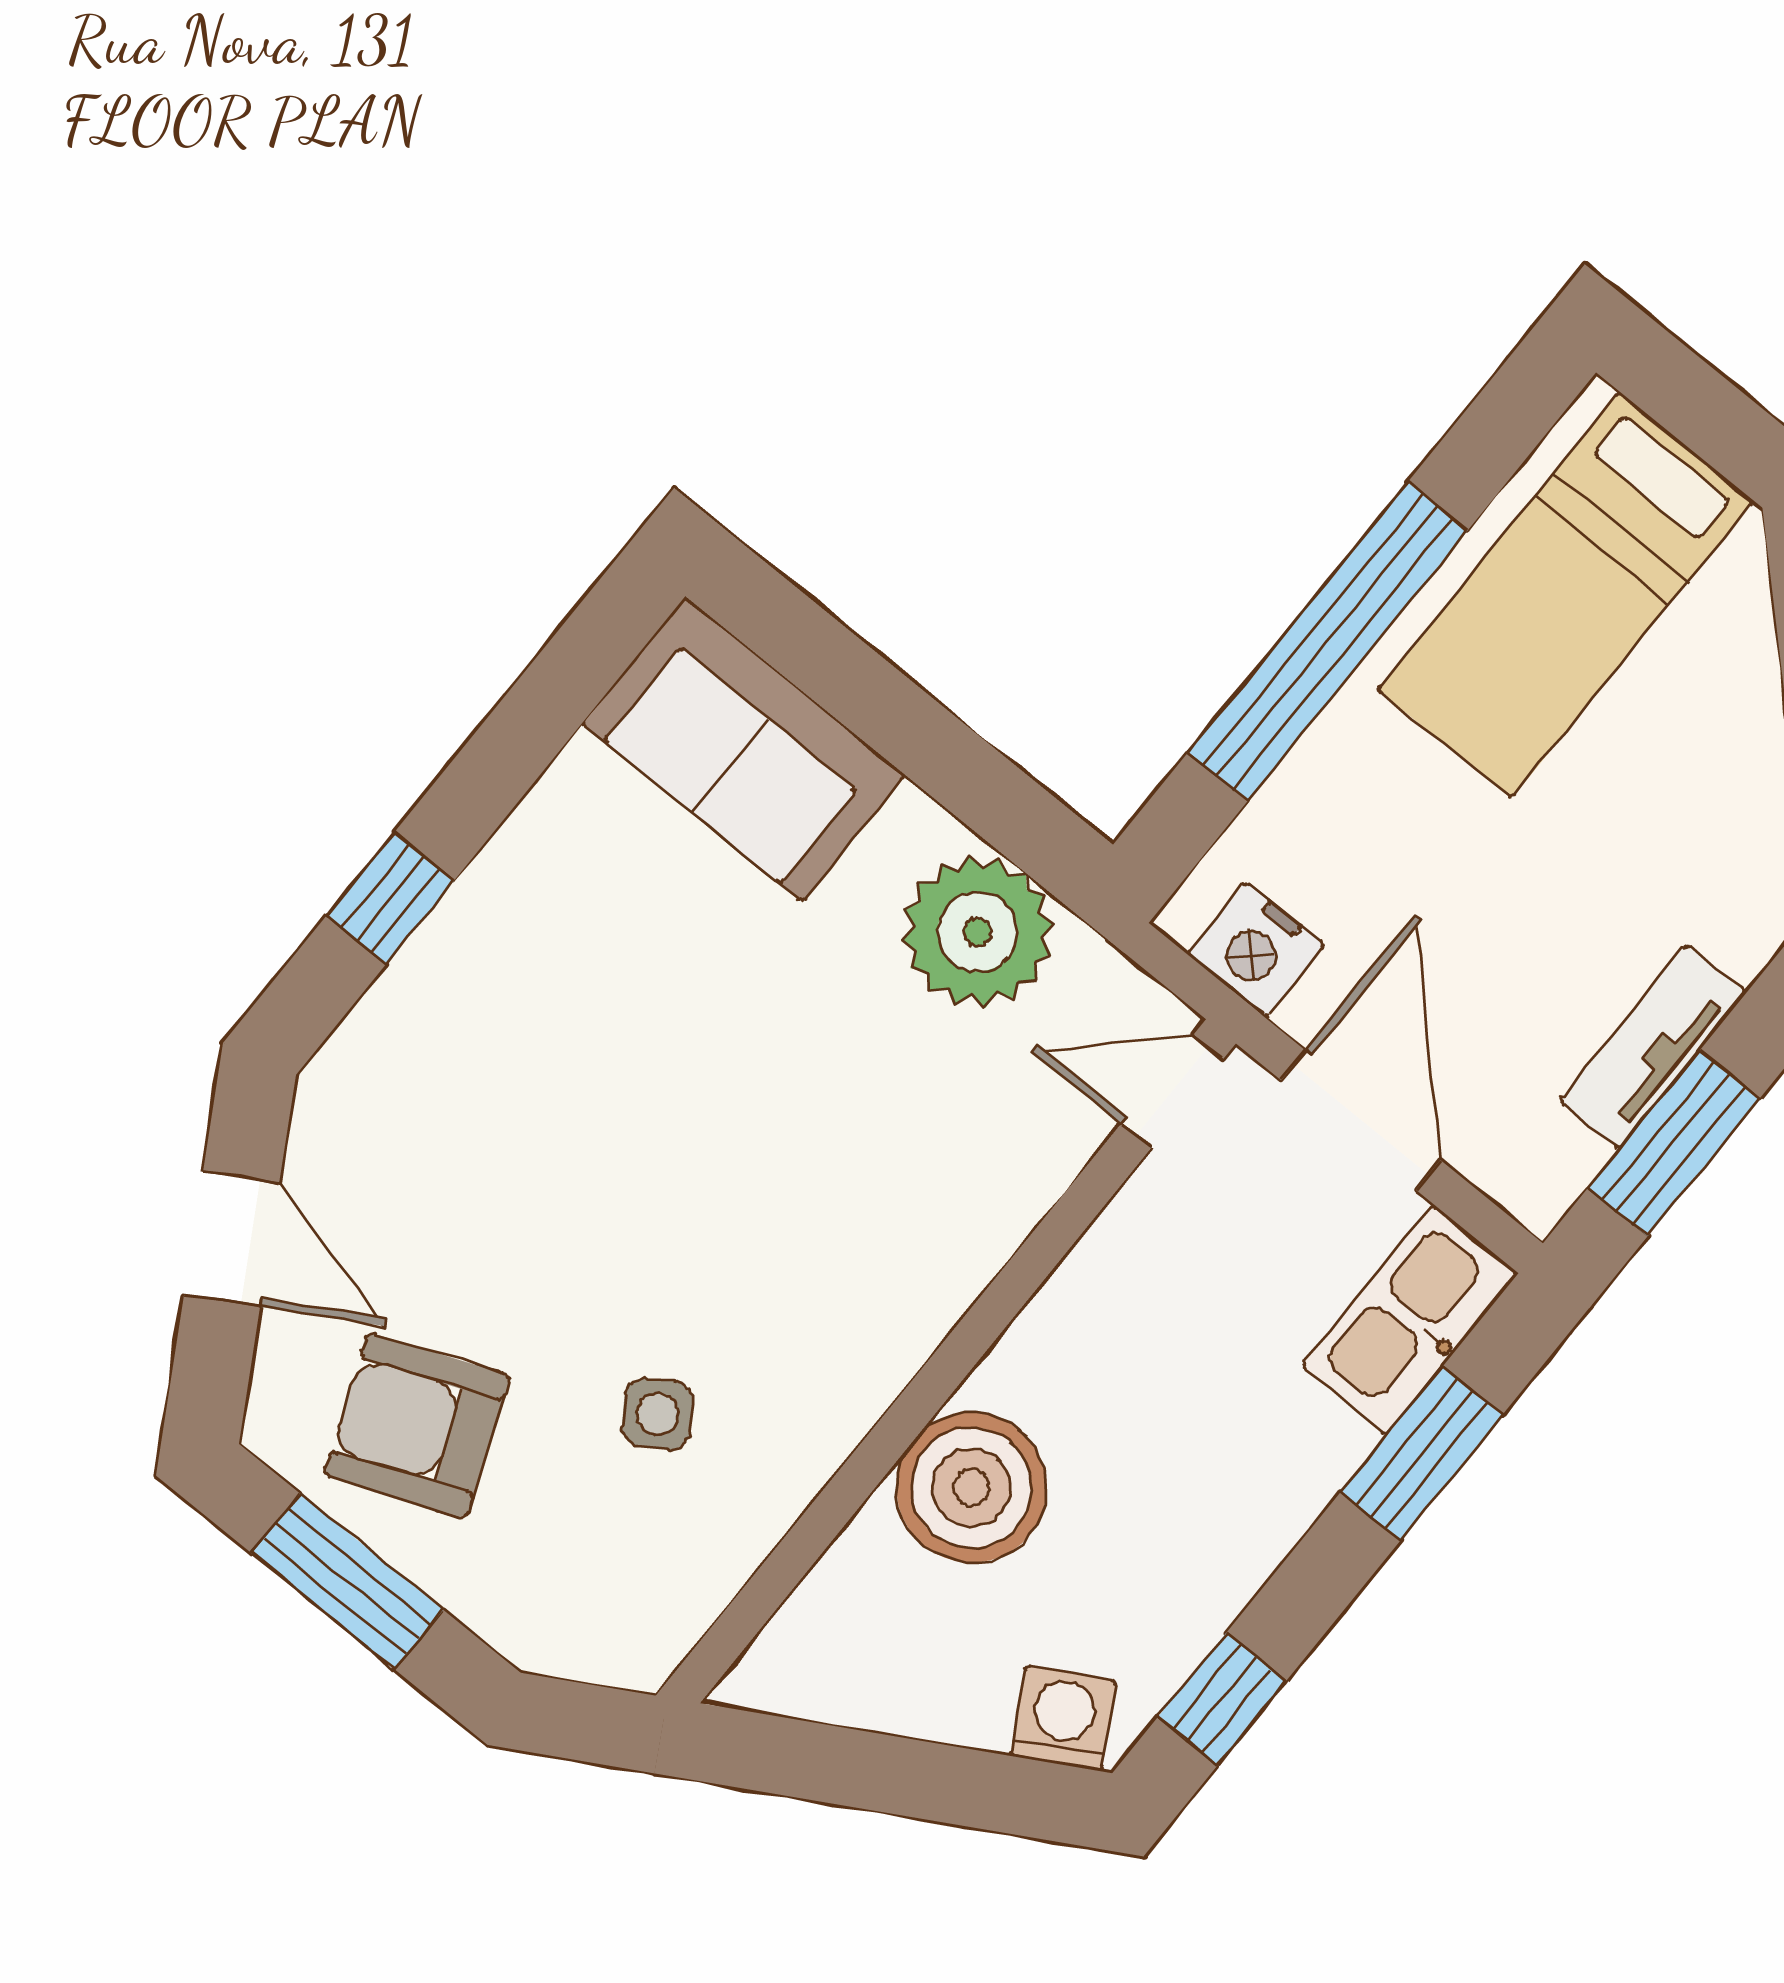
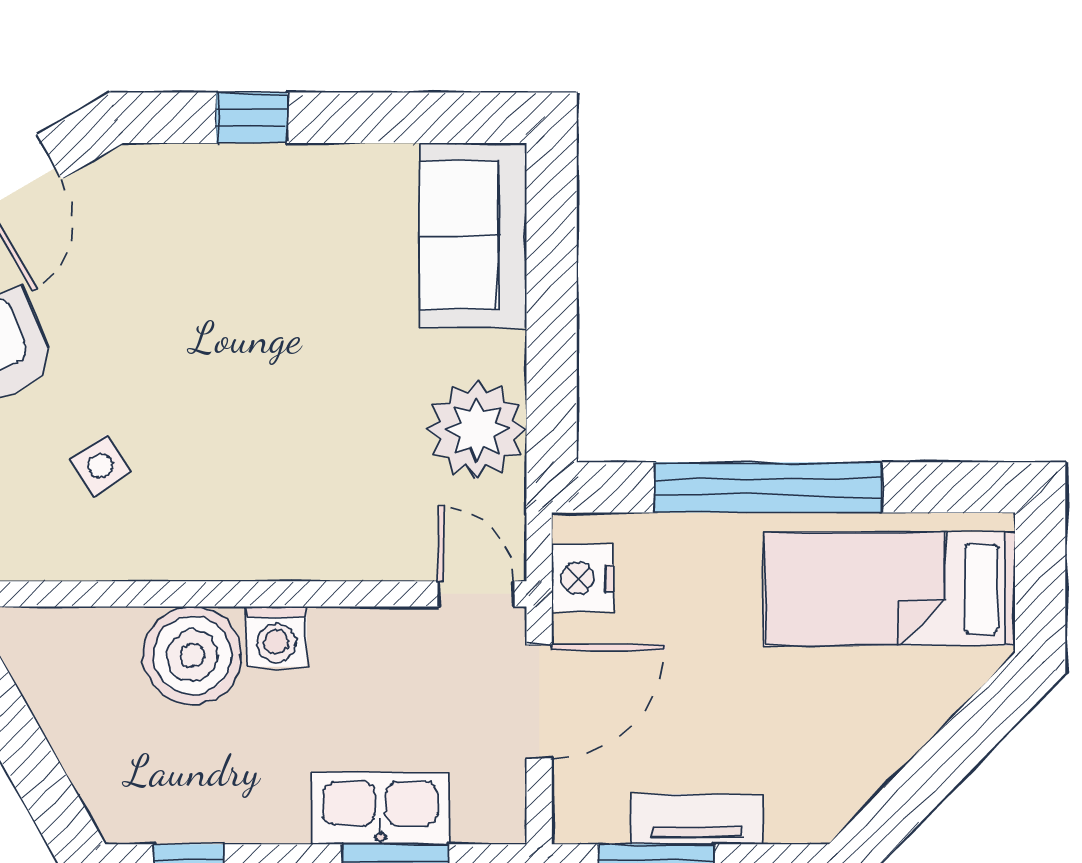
kitchen sink: (1410, 1319) -> (380, 808), moved
washing machine: (1064, 1718) -> (276, 636), moved, turned 119

